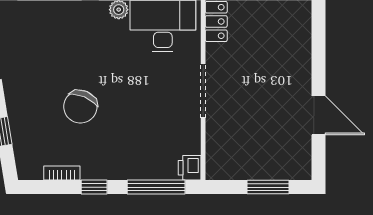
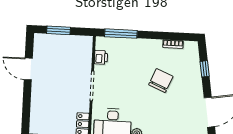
printer: (190, 168) -> (101, 57), moved
window: (94, 187) -> (155, 35), removed

